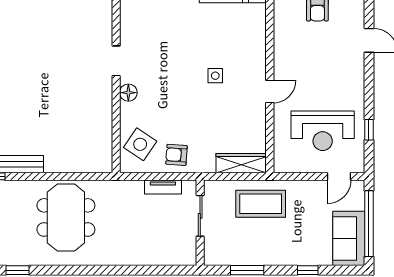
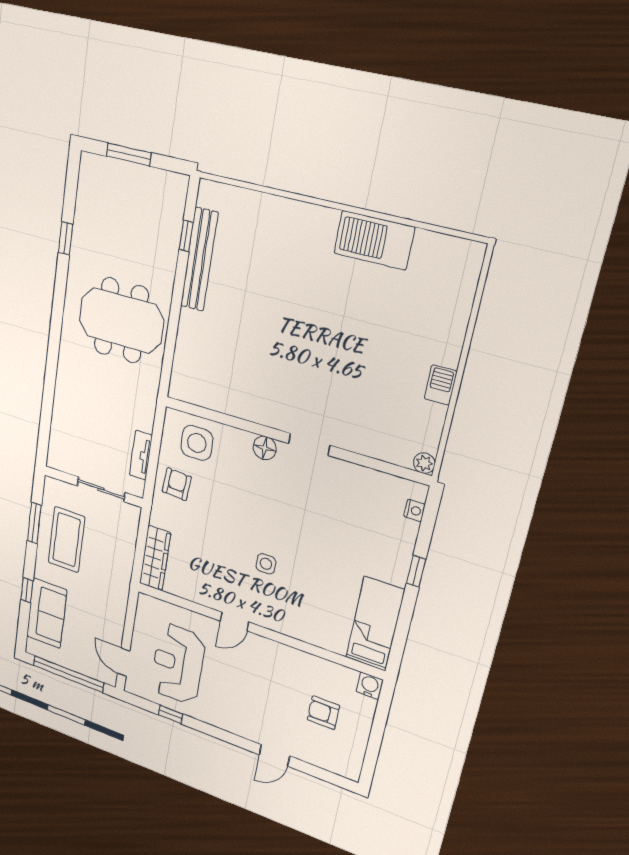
door: (270, 92) -> (234, 621), hinge flipped
side table: (140, 144) -> (197, 443), turned -34
coffee table: (261, 204) -> (66, 540), moved
sofa: (349, 238) -> (47, 613), moved, turned 90

